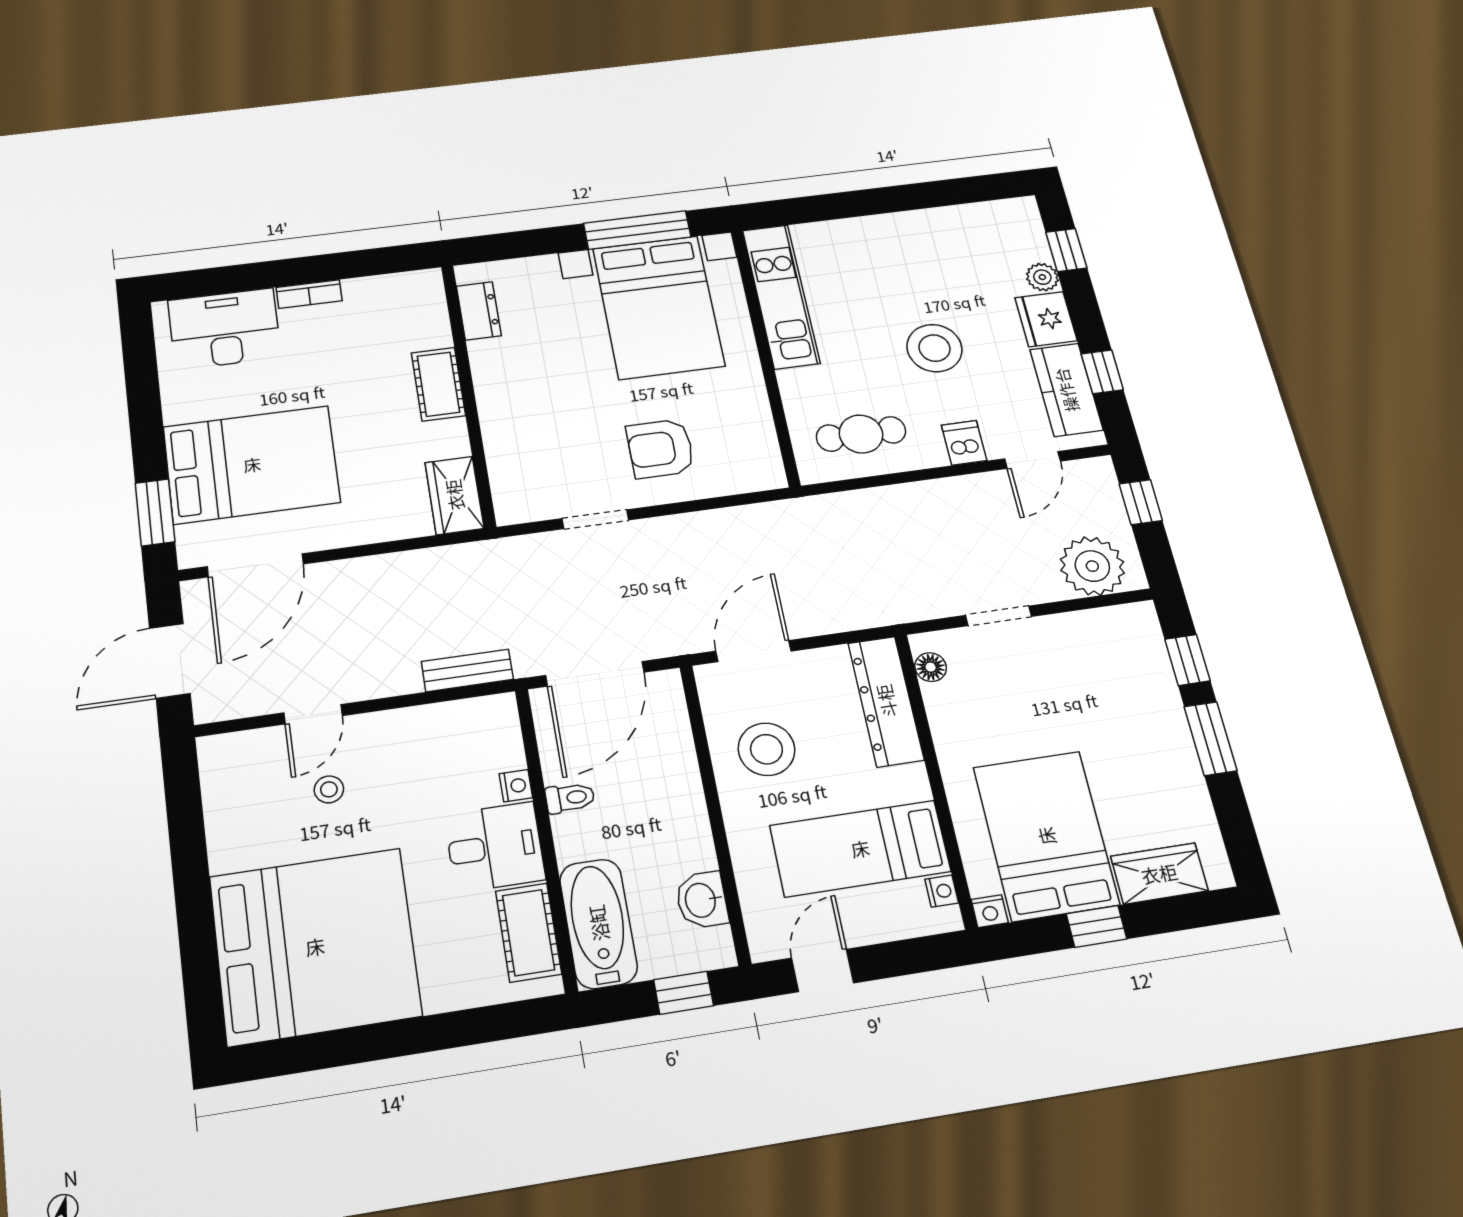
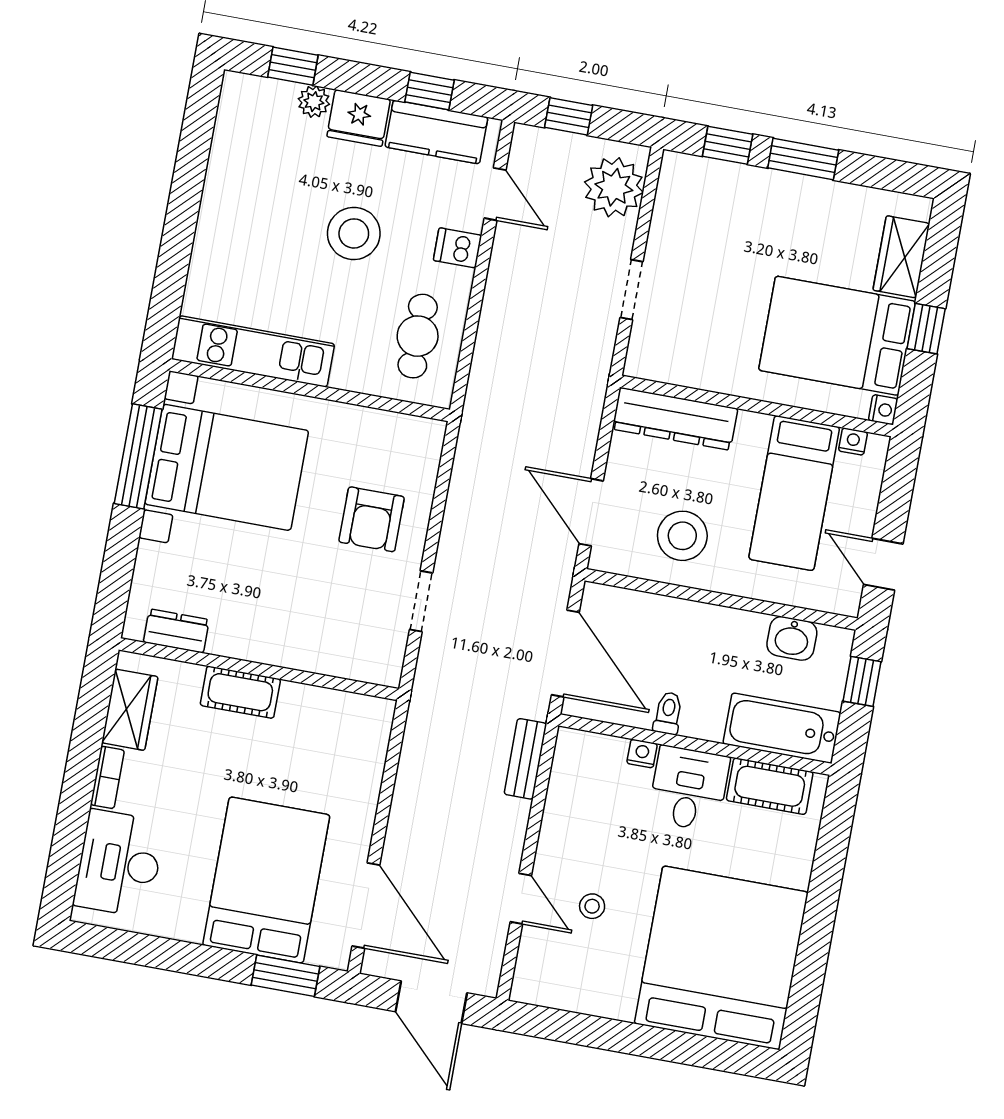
wardrobe: (454, 495) -> (130, 710), moved, turned -90
floor lamp: (931, 667) -> (658, 368), removed

